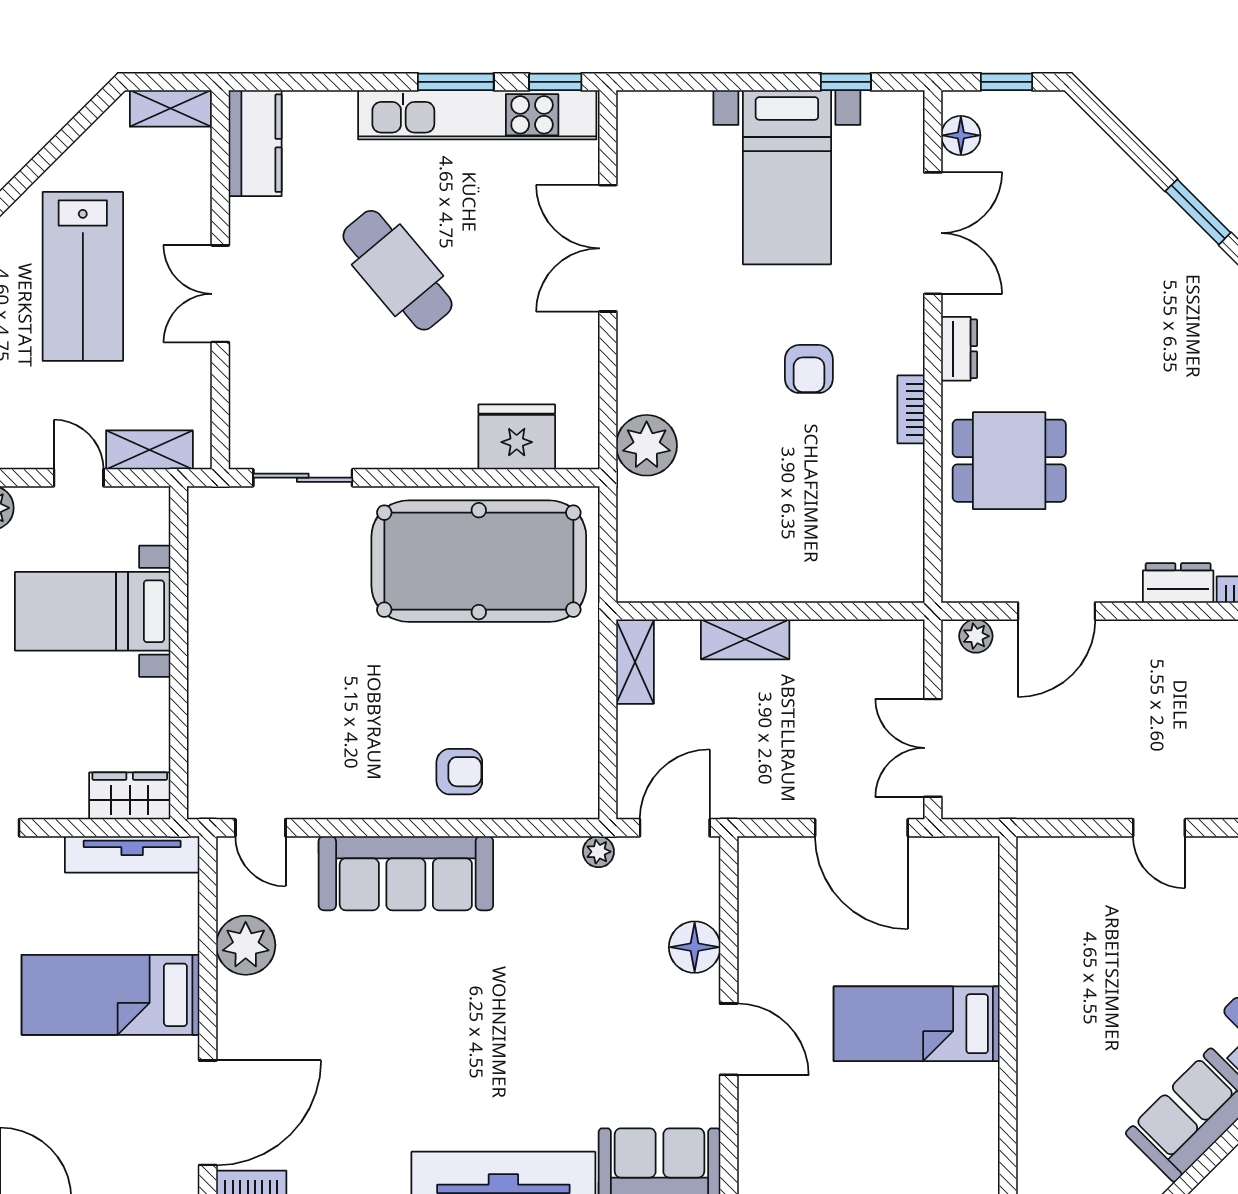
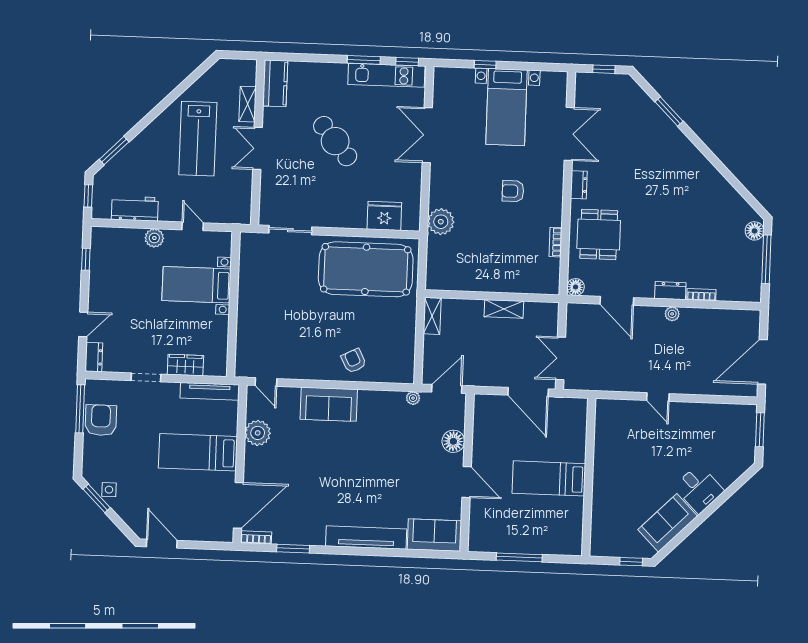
window: (846, 82) -> (485, 65), moved
shelving: (170, 108) -> (248, 104), moved, turned 90
kitchen unit: (477, 115) -> (386, 75), width x0.73
floor lamp: (961, 135) -> (576, 287), moved
window: (1198, 212) -> (669, 112), moved
armchair: (809, 369) -> (513, 191), turned 90
bookcase: (911, 409) -> (556, 242), moved
shelving: (149, 450) -> (224, 215), removed
dining table: (1009, 461) -> (599, 234), turned 90
door: (1057, 611) -> (617, 301), hinge flipped
plant: (976, 636) -> (672, 314), moved
shelving: (745, 639) -> (504, 309), moved
armchair: (459, 772) -> (354, 361), turned -117
wardrobe: (130, 796) -> (185, 365), moved
sofa: (406, 873) -> (329, 404), width x0.73

